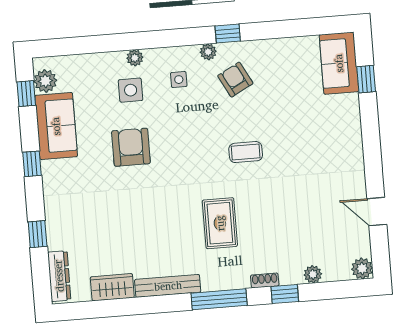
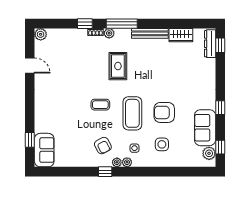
plant: (135, 58) -> (127, 162), moved
coffee table: (187, 141) -> (132, 113), added
armchair: (131, 147) -> (164, 112), turned 90
window: (38, 234) -> (220, 45), moved
plant: (313, 274) -> (109, 33), moved

